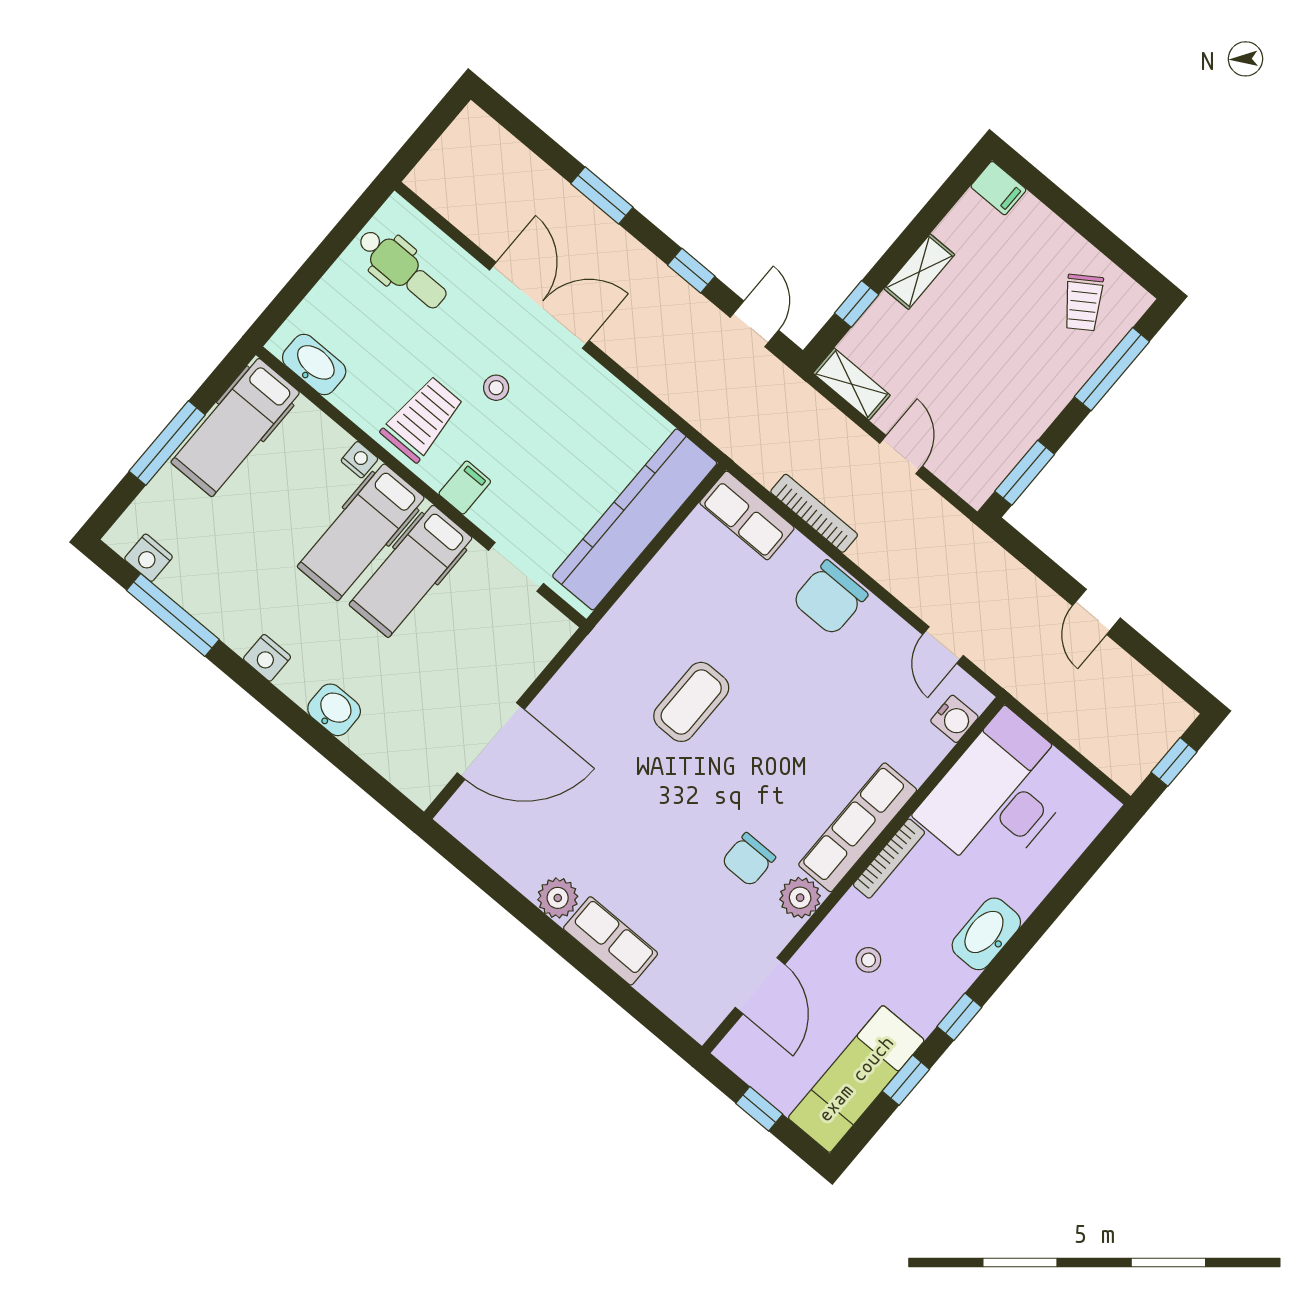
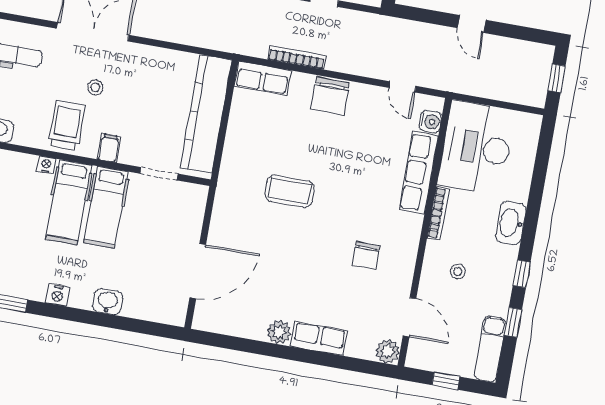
coffee table: (691, 702) -> (289, 191), turned 90
row of seats: (858, 827) -> (419, 173), moved
plant: (800, 898) -> (388, 351), moved
exam couch: (856, 1079) -> (490, 349), width x0.73, depth x0.69

